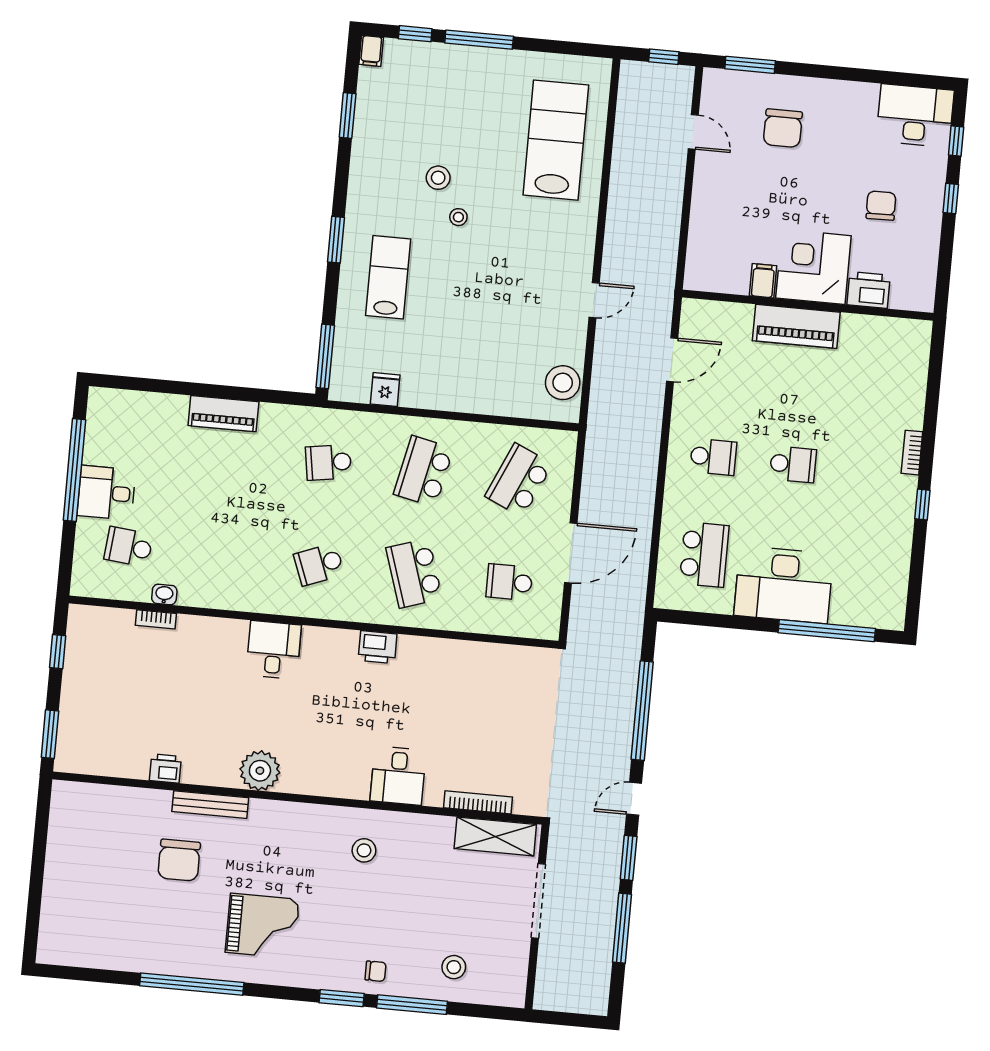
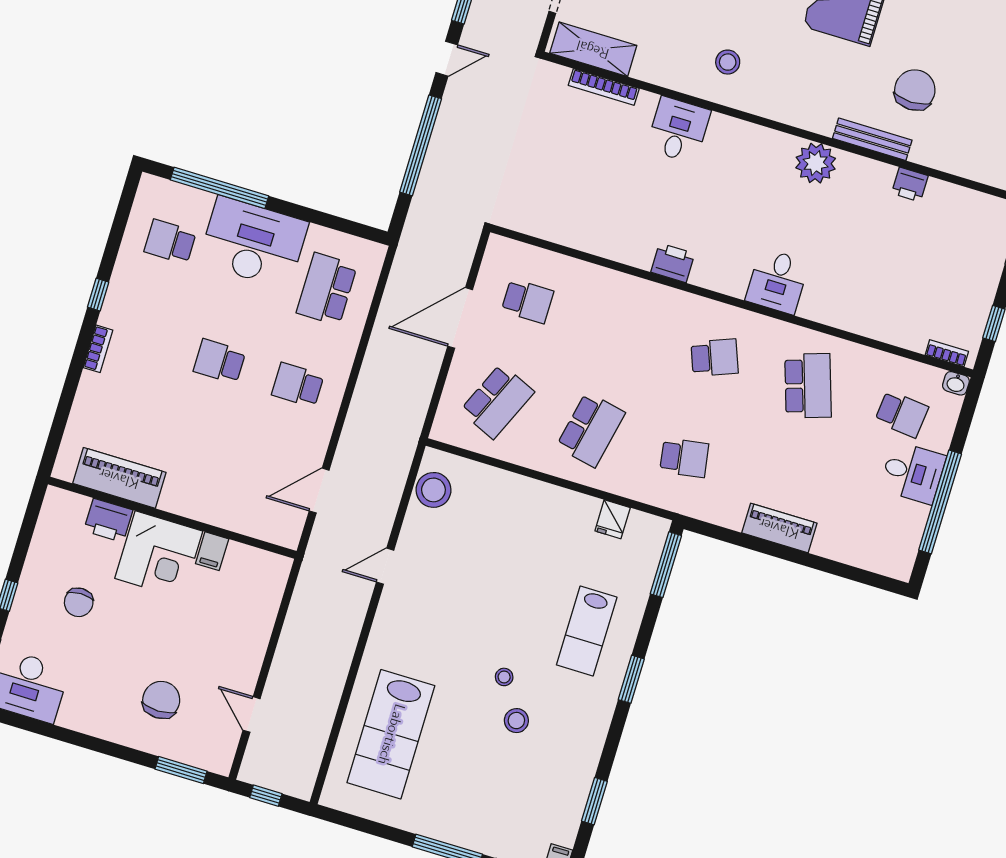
piano: (796, 326) -> (119, 478), moved
school desk: (864, 569) -> (170, 242), added
school desk: (414, 573) -> (808, 386), moved
washbasin: (164, 594) -> (956, 383), moved
bookcase: (156, 619) -> (947, 353), moved

